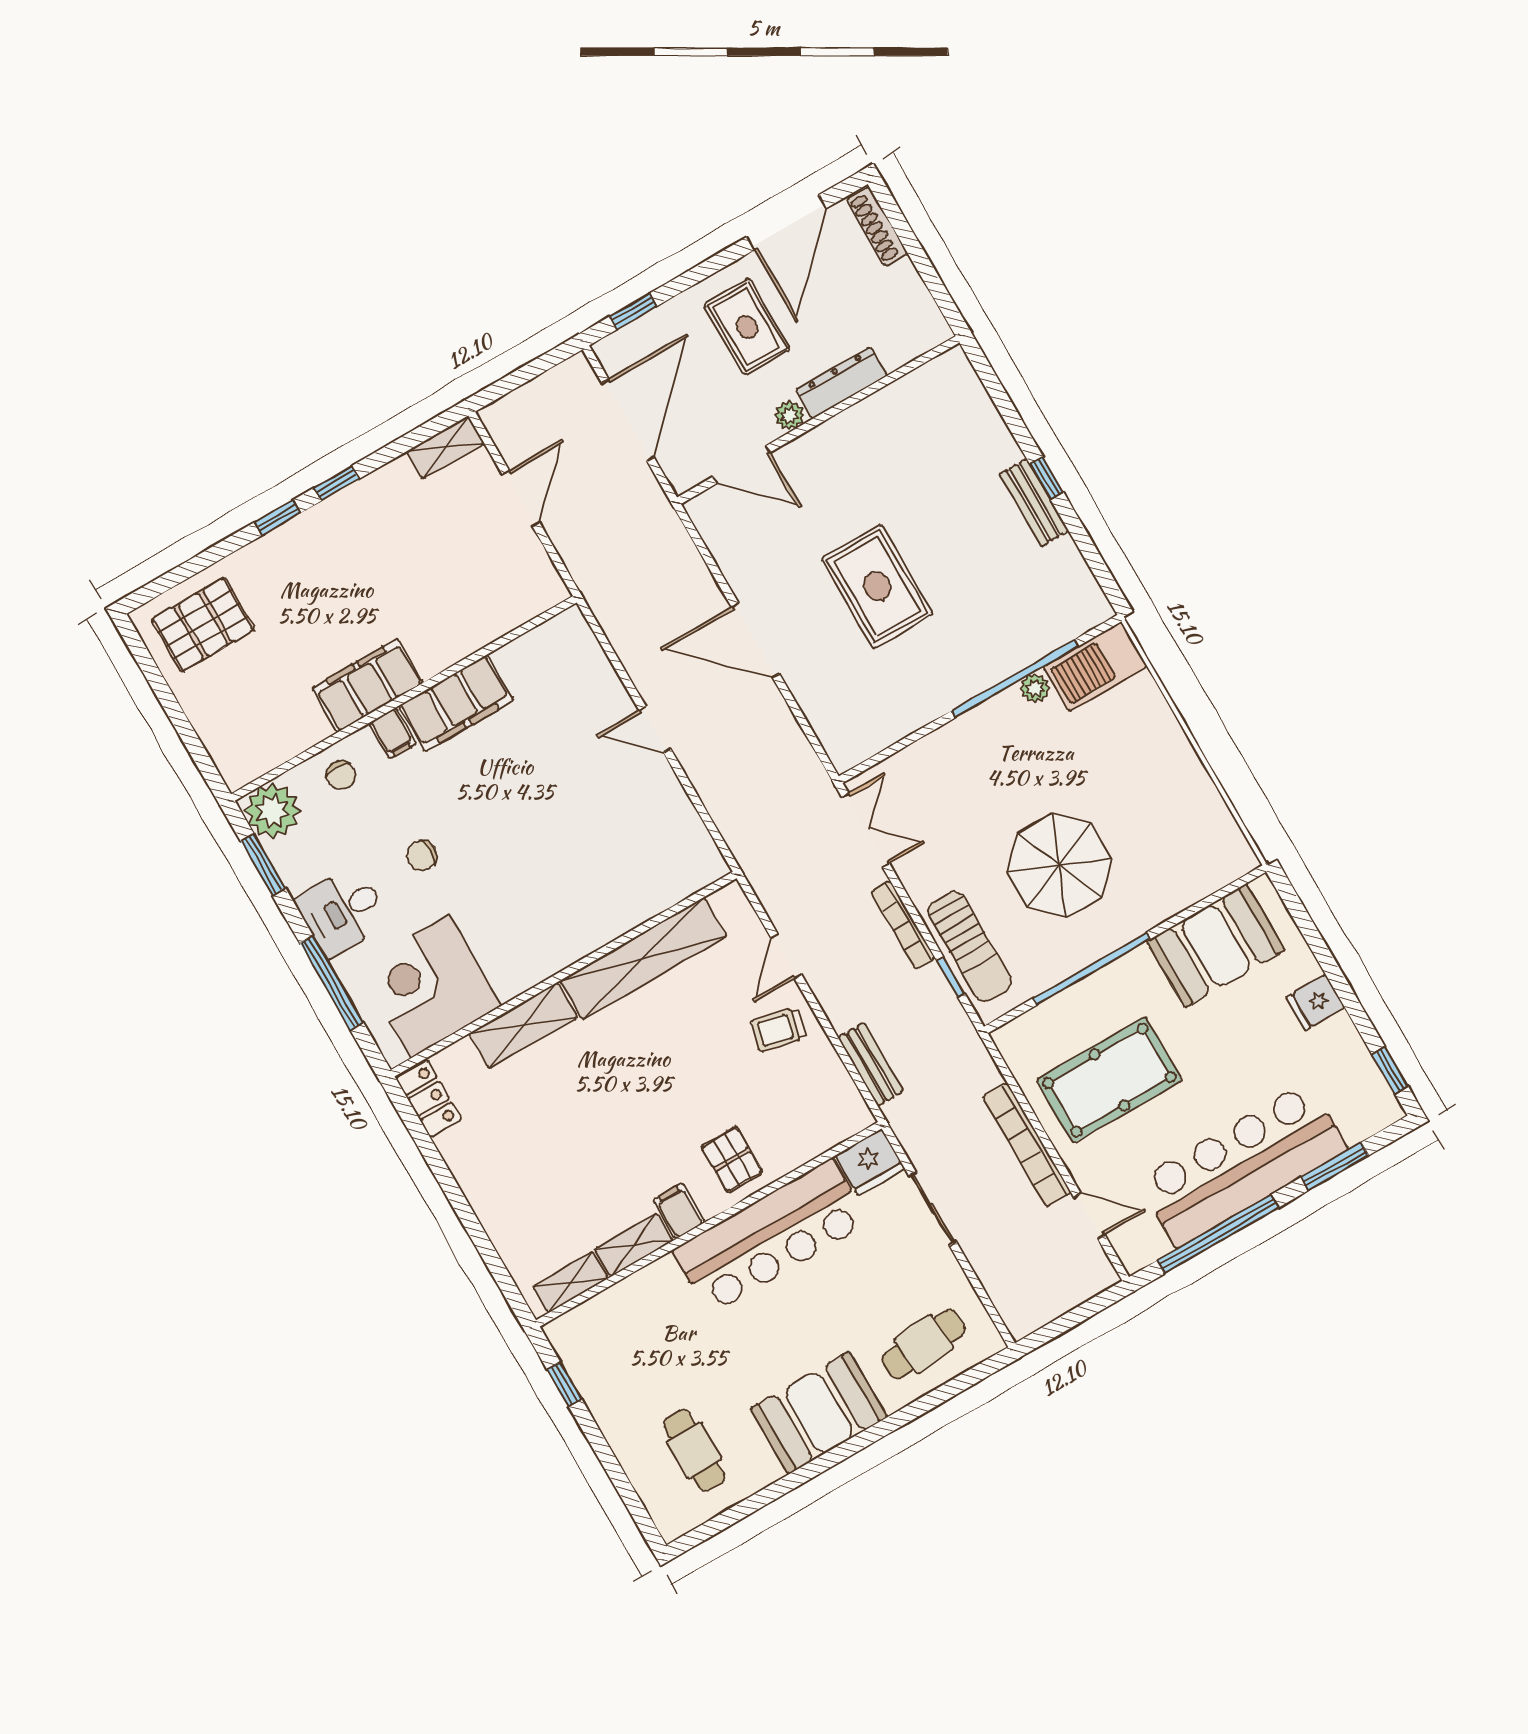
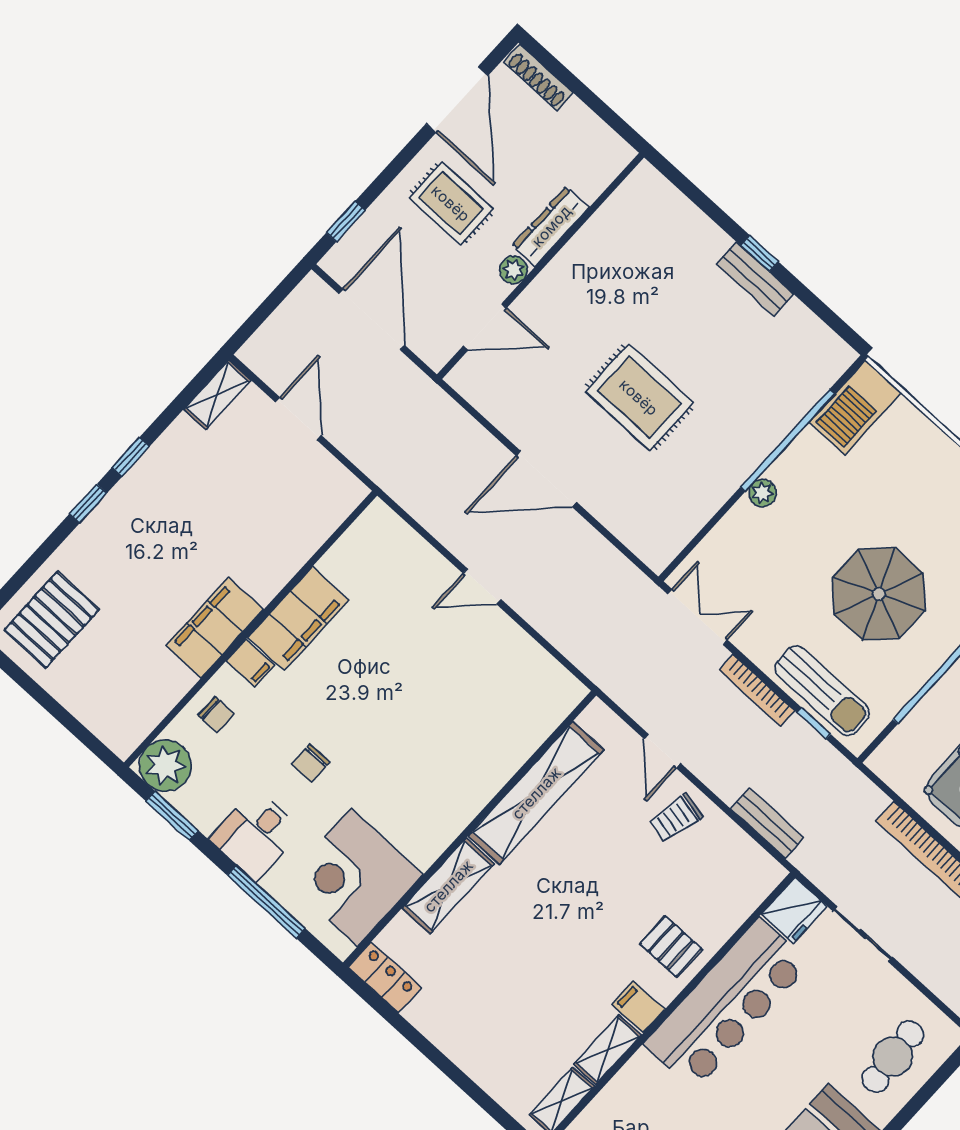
plant: (1035, 688) -> (763, 493), moved

